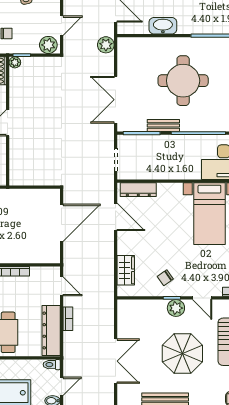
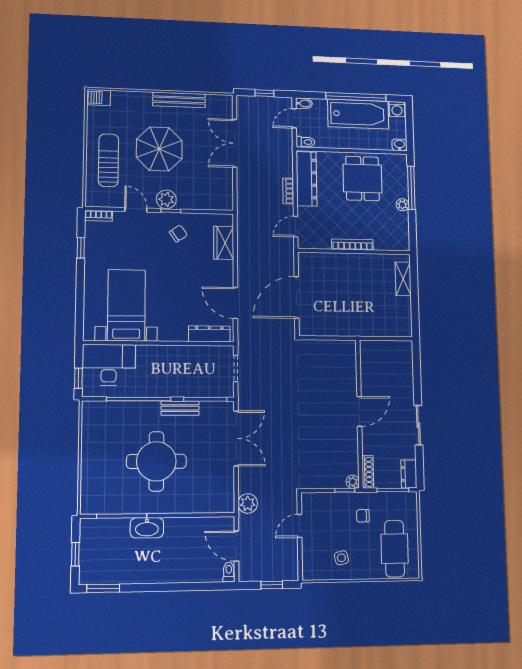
washbasin: (163, 26) -> (147, 528), moved
plant: (48, 45) -> (315, 503), removed
door: (62, 286) -> (296, 227), hinge flipped

